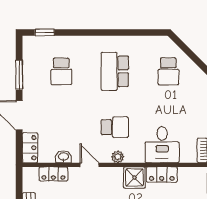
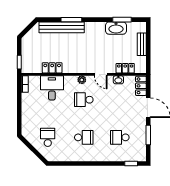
school desk: (61, 71) -> (120, 137), turned -90
school desk: (115, 71) -> (84, 137), width x0.54
shower: (134, 178) -> (71, 66), removed

